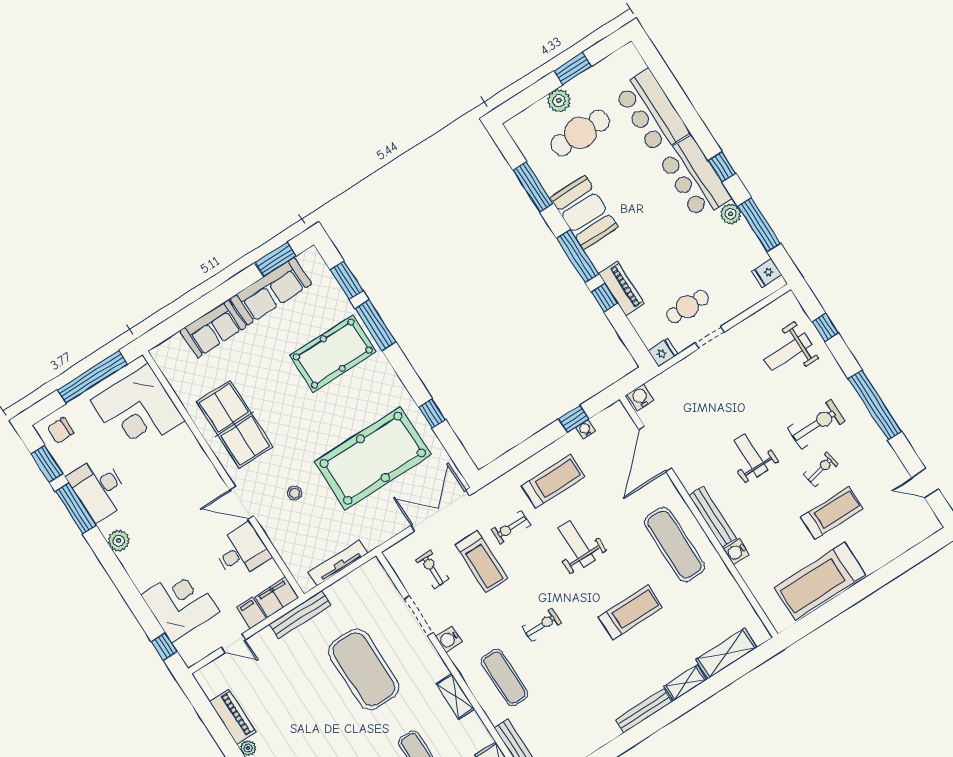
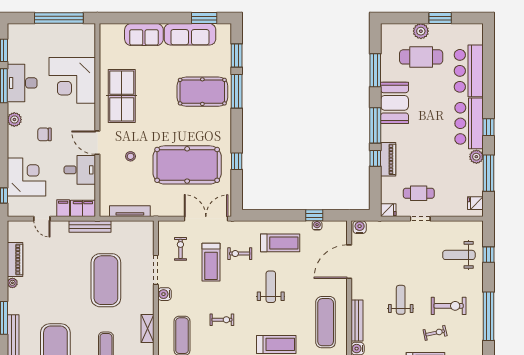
corner desk: (138, 410) -> (72, 80), moved
chair: (60, 431) -> (44, 134), moved

